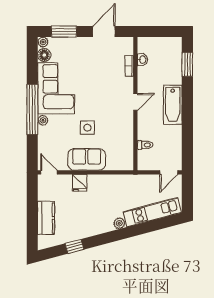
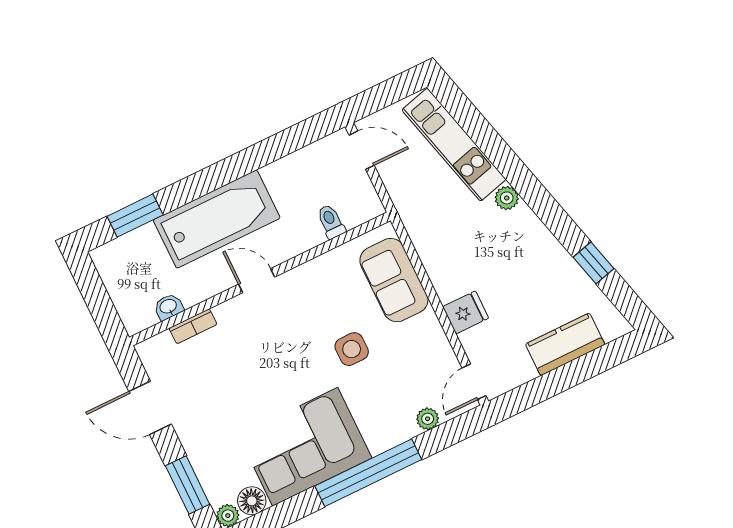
bathtub: (173, 105) -> (217, 219), width x1.36, depth x1.36
plant: (43, 120) -> (428, 419), moved
sofa: (87, 159) -> (394, 280), moved

